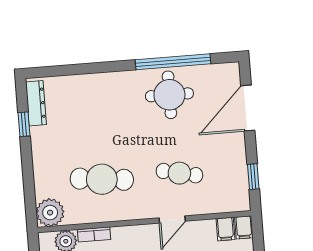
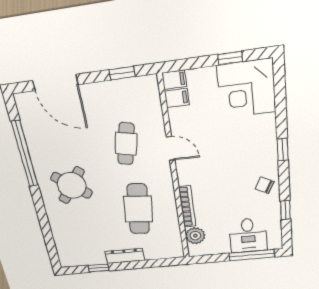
round table: (169, 95) -> (72, 185), moved, turned 37
dresser: (36, 103) -> (125, 256), moved
plant: (50, 213) -> (171, 248), removed
bookcase: (94, 234) -> (187, 207), width x1.56

